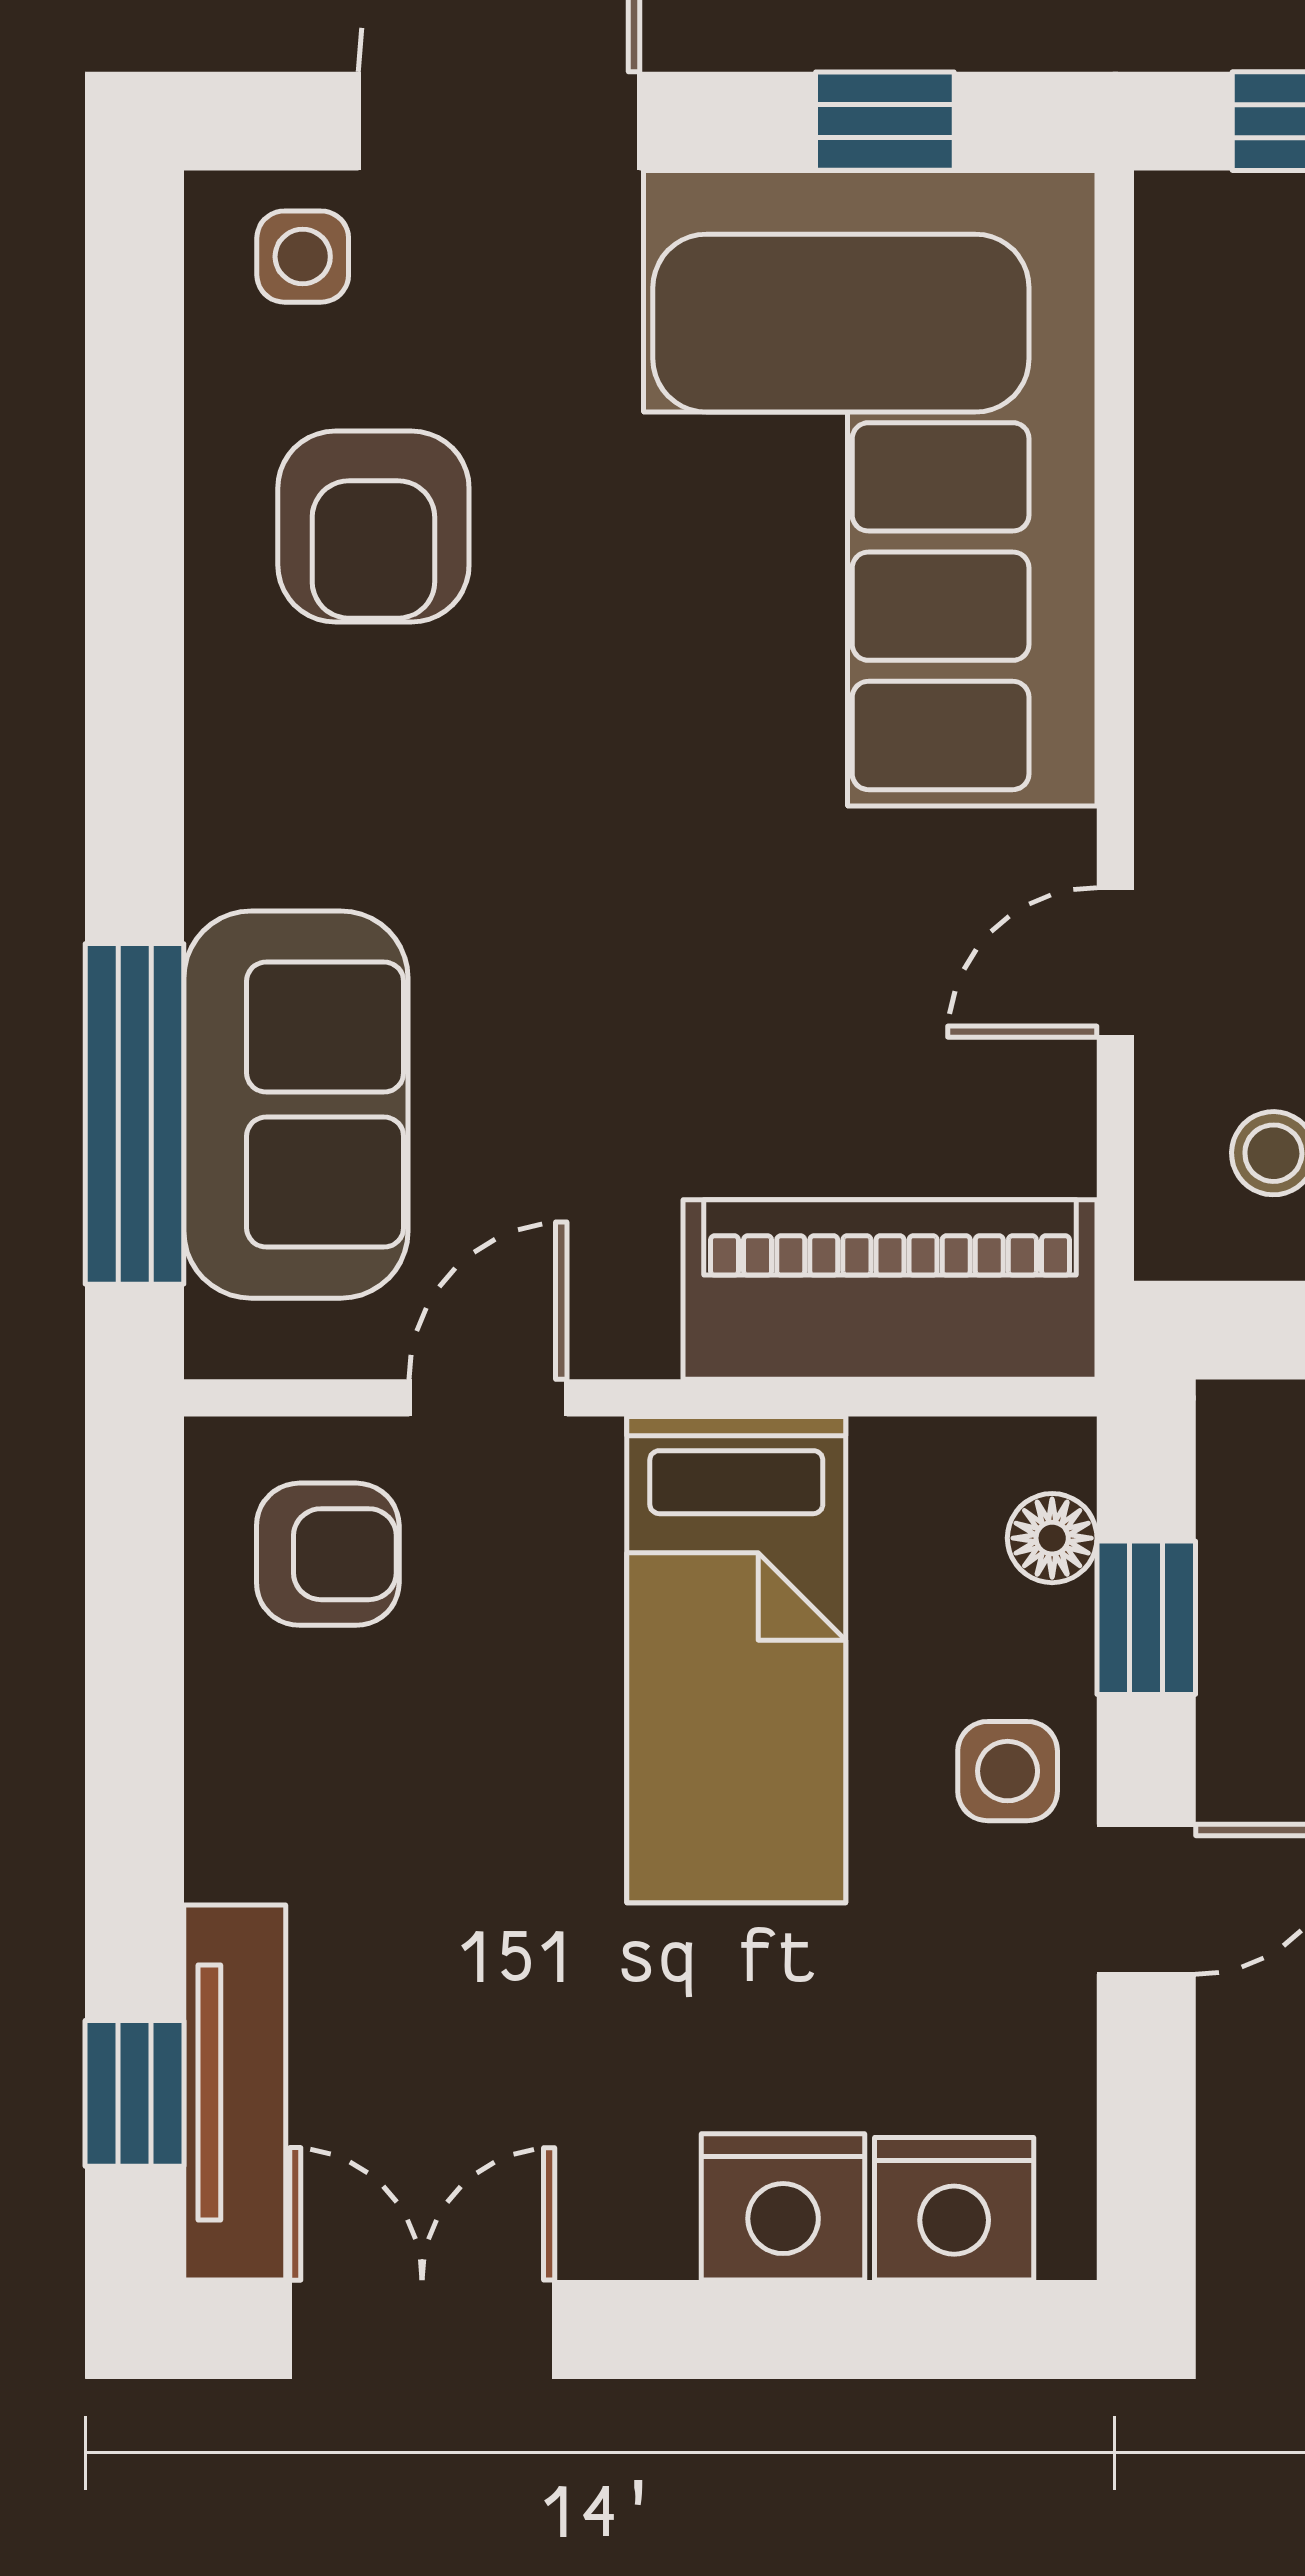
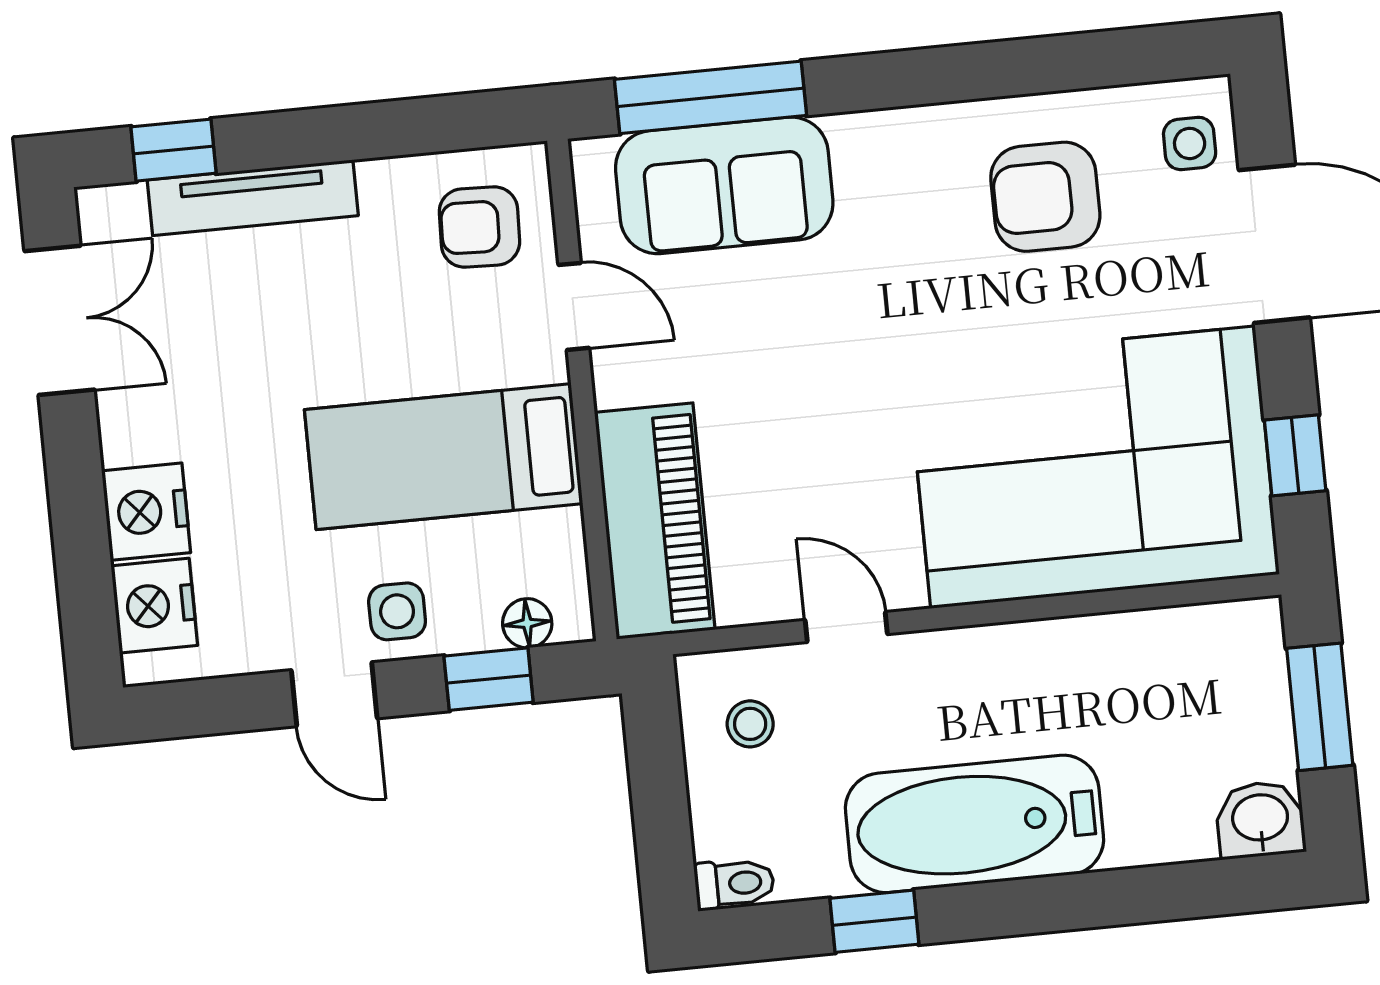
armchair: (328, 1554) -> (479, 227), turned 92
tv unit: (235, 2092) -> (253, 198), moved

